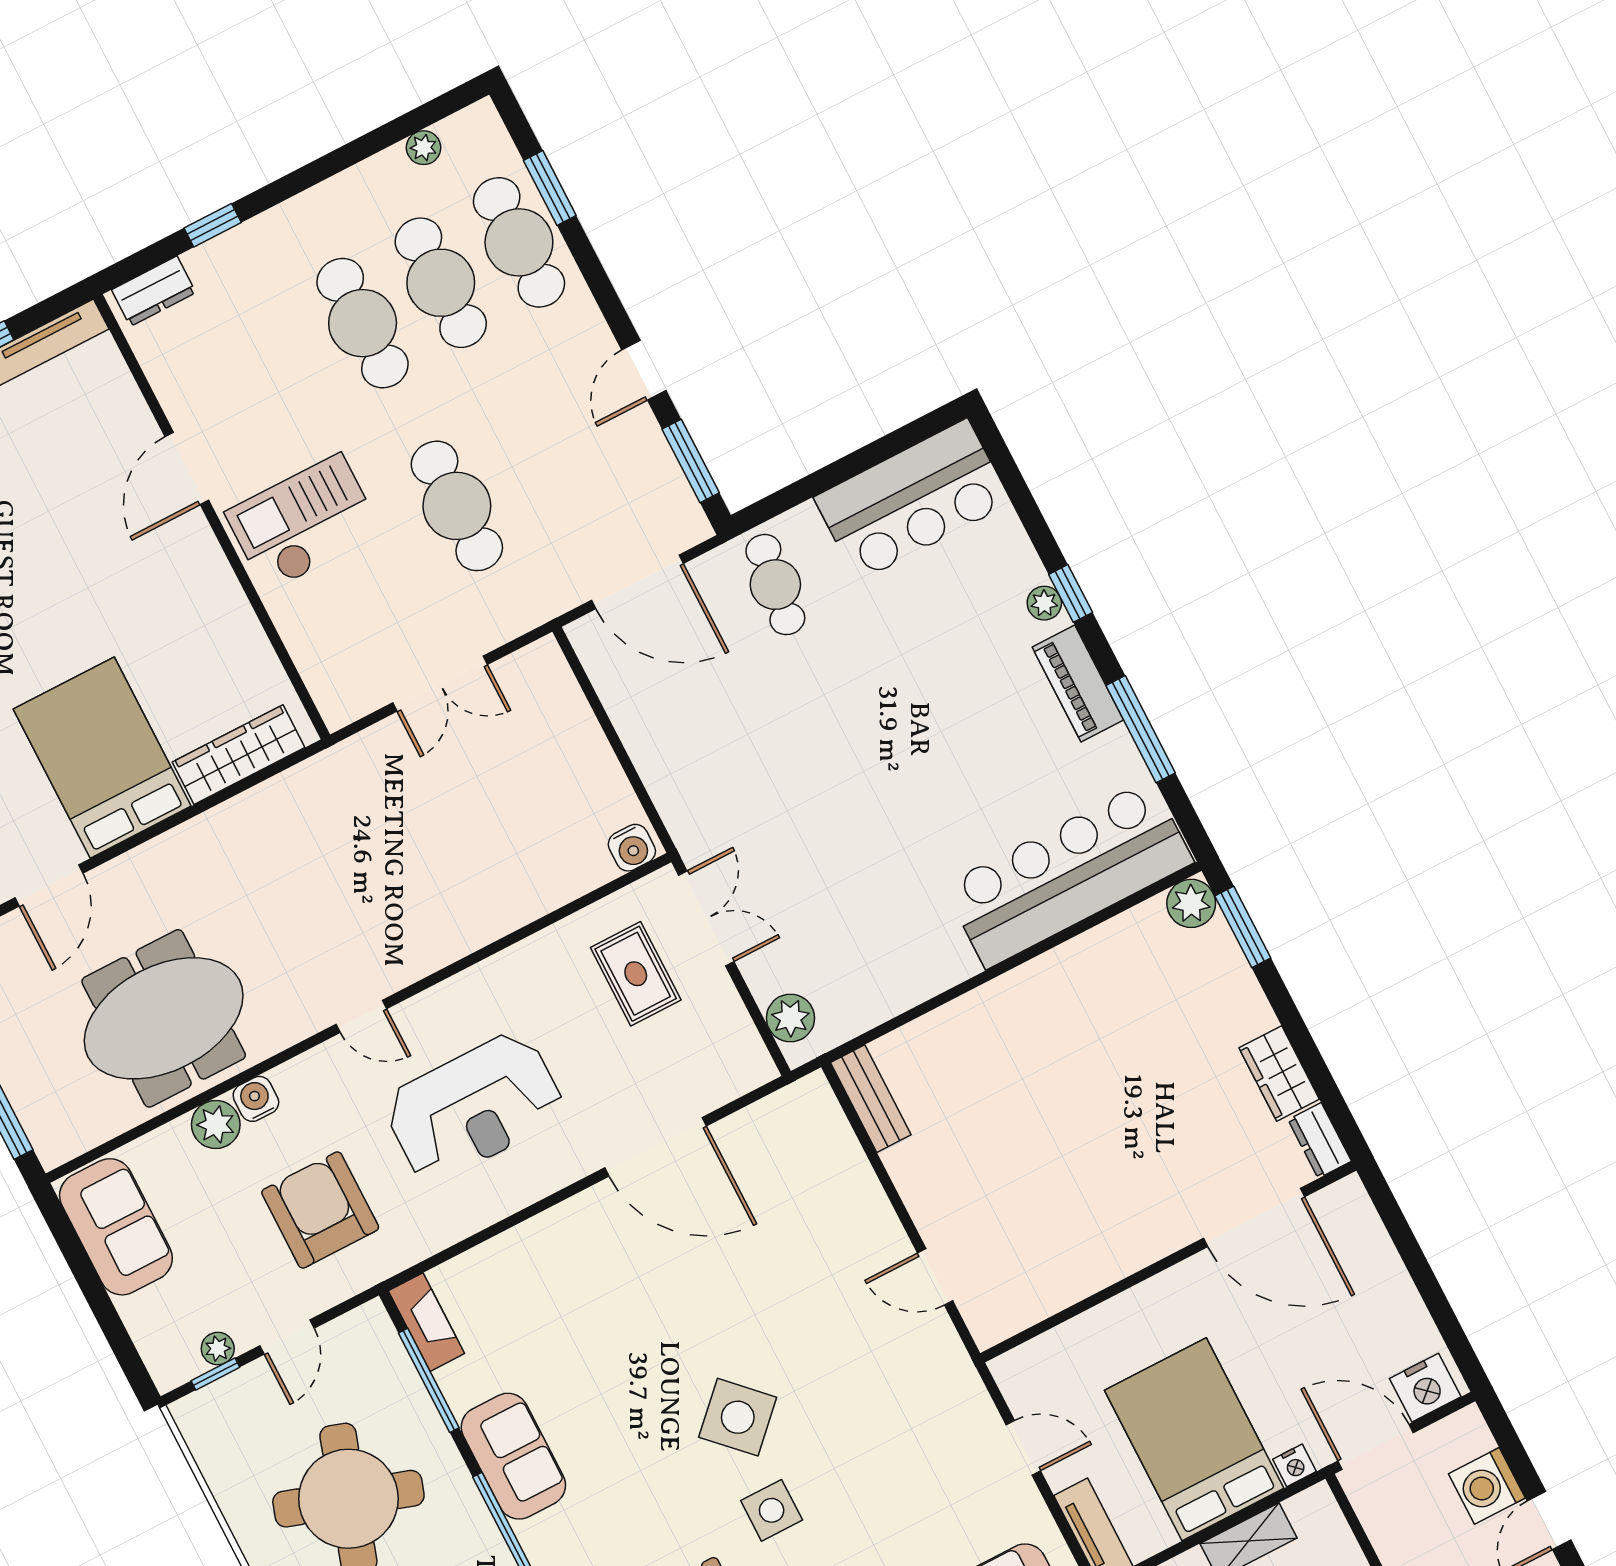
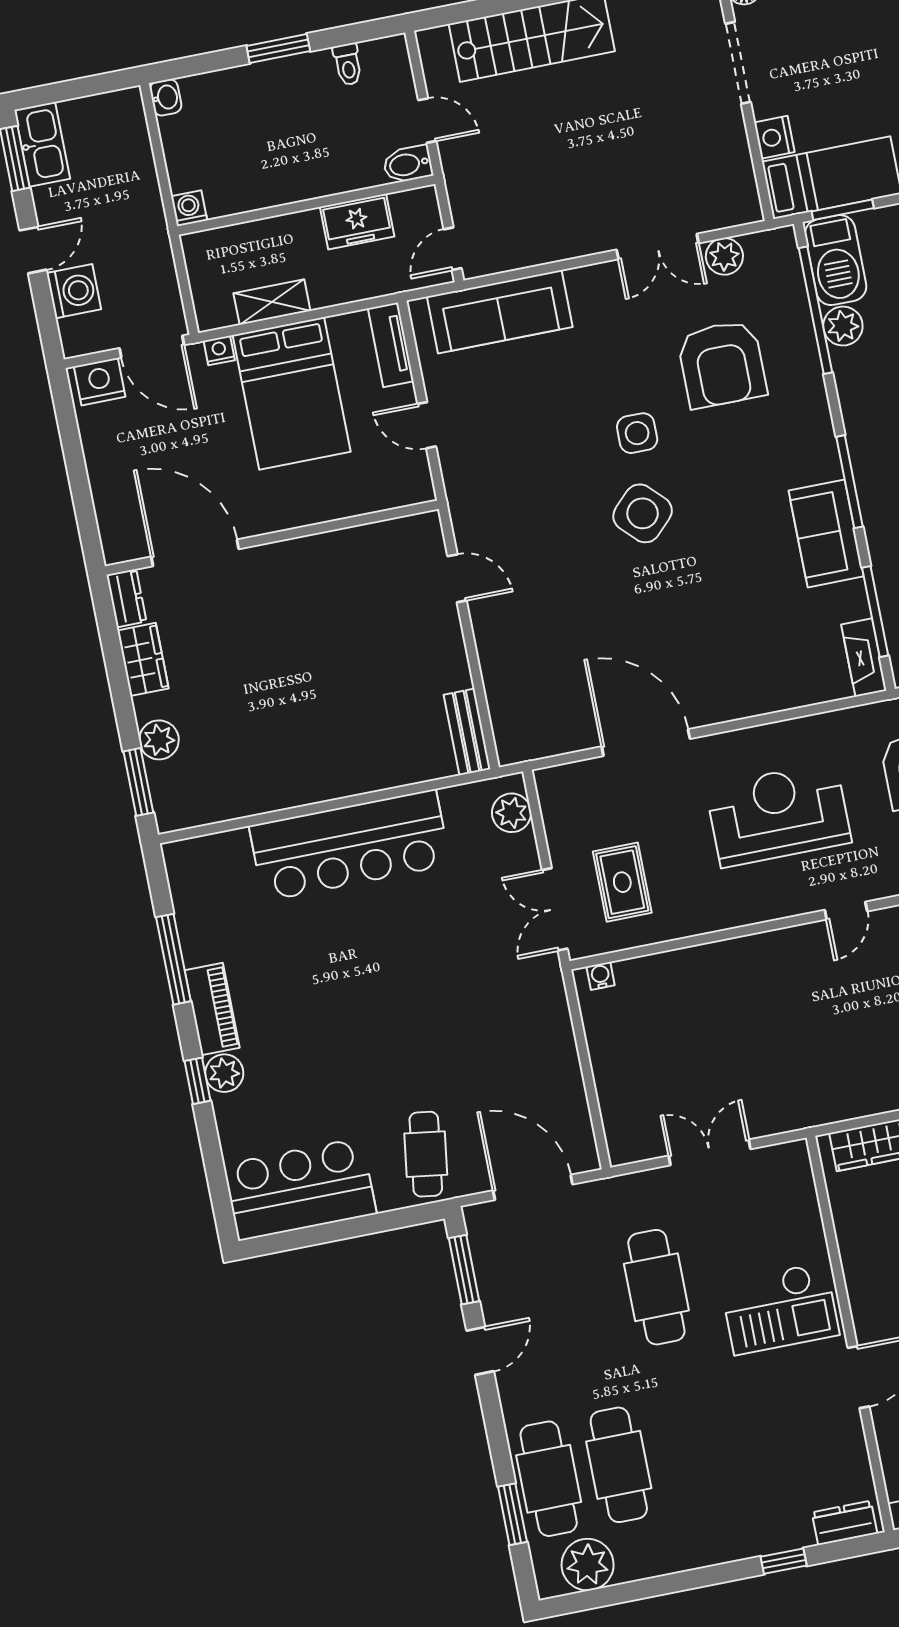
plant: (424, 148) -> (588, 1565), width x1.87, depth x1.87
cafe table: (363, 323) -> (689, 1451), removed
plant: (1044, 603) -> (224, 1073), width x1.38, depth x1.38
water cooler: (632, 848) -> (601, 976), width x0.72, depth x0.72
bar counter: (1068, 874) -> (350, 845), moved
plant: (1191, 903) -> (159, 740), moved
door: (361, 1016) -> (846, 911), swing flipped

